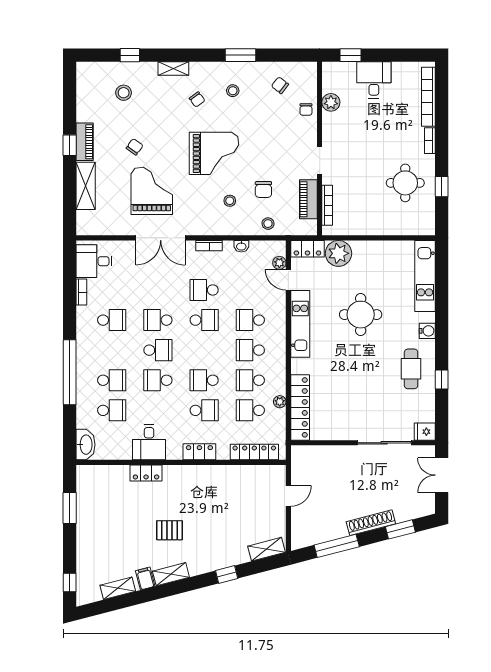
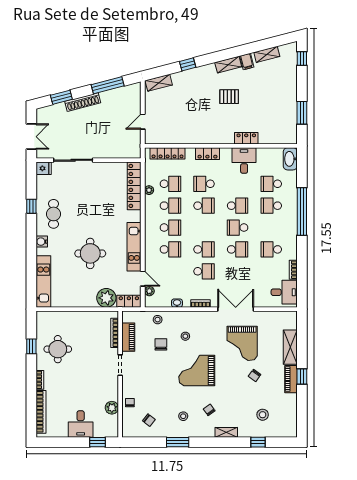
school desk: (204, 320) -> (204, 249), turned 180

